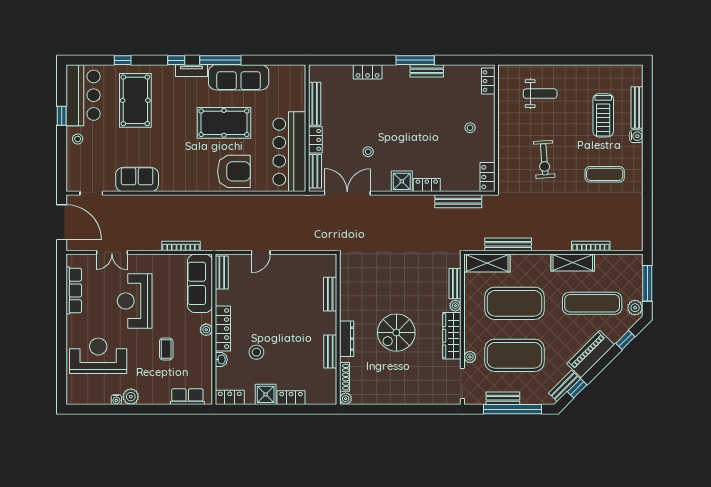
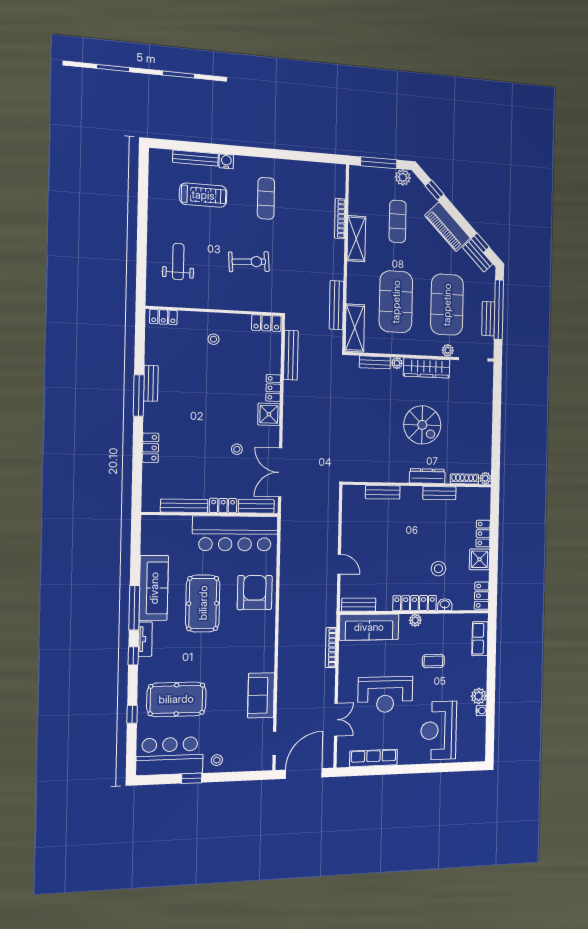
exercise mat: (592, 303) -> (398, 221), width x0.73, depth x0.69

